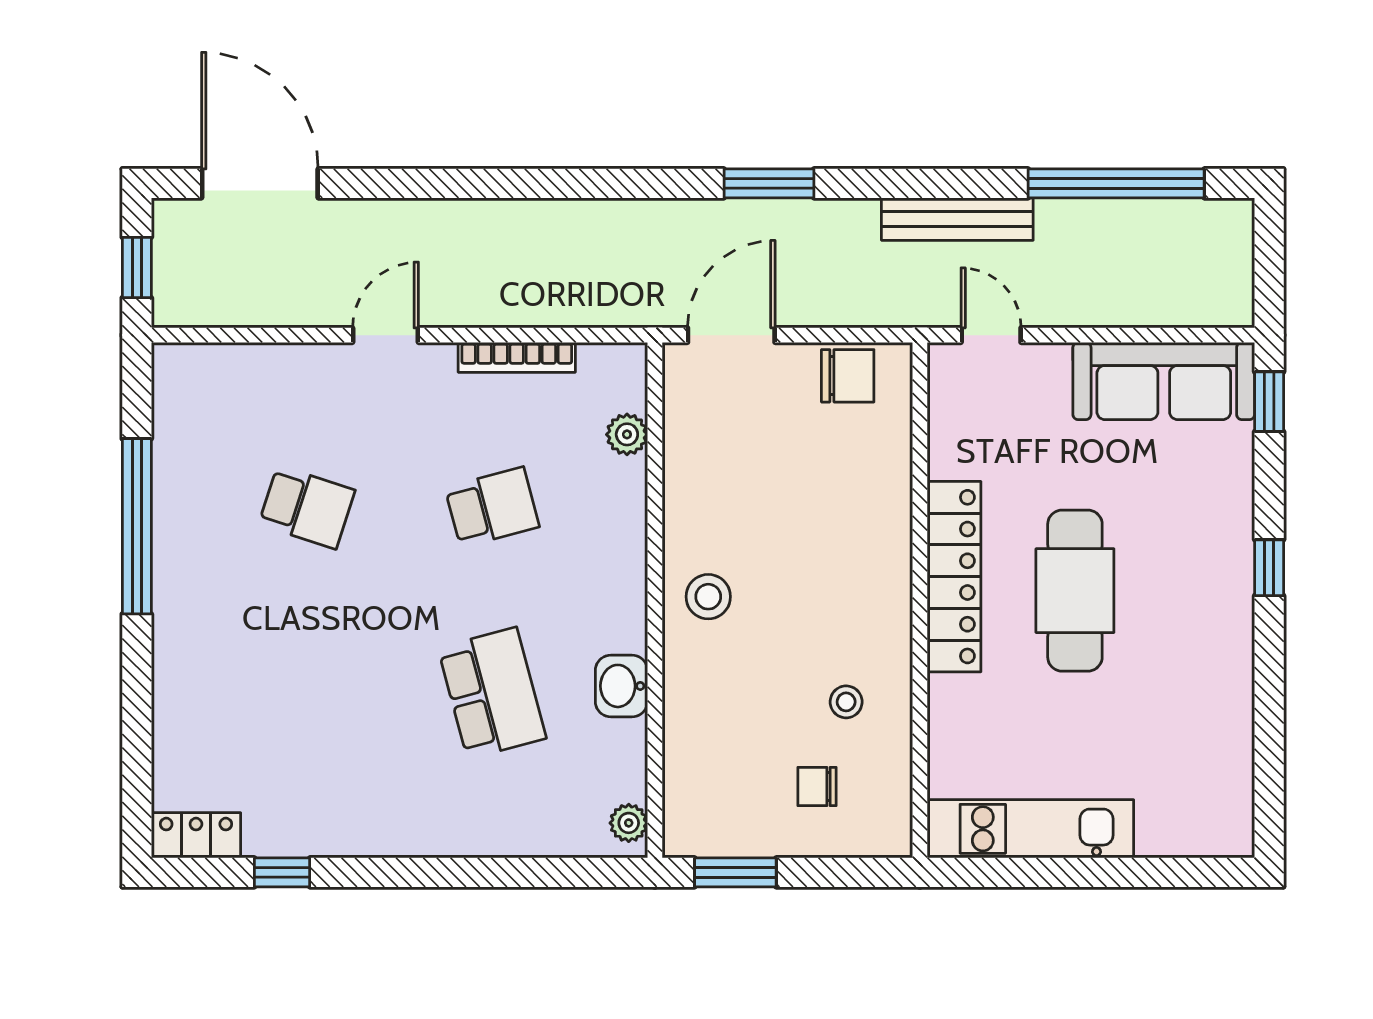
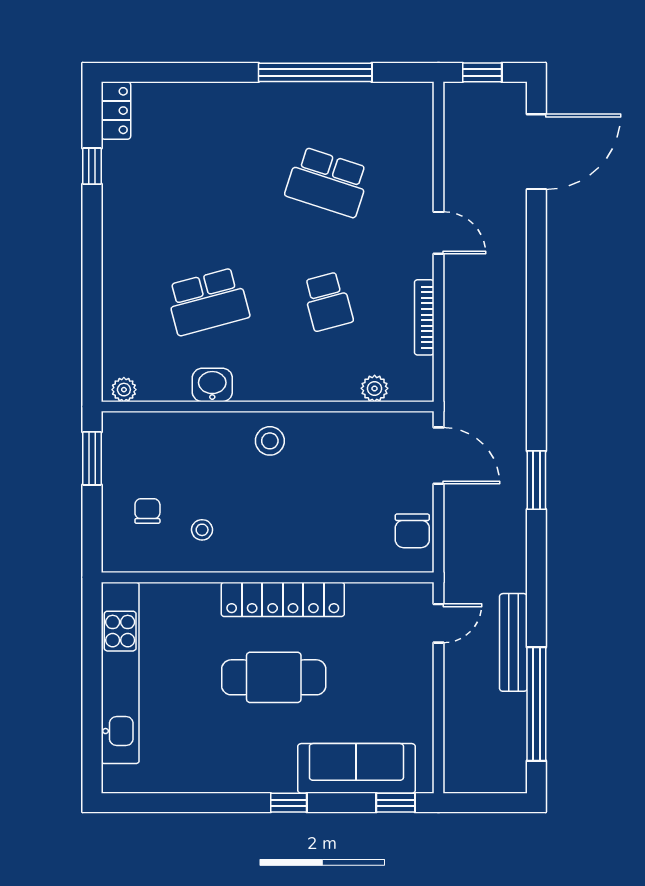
bench: (957, 219) -> (513, 642), moved
sofa: (1164, 381) -> (356, 768), moved, turned 90
school desk: (307, 507) -> (328, 182), width x1.85
kitchen unit: (1030, 829) -> (120, 673), width x1.36

